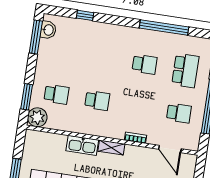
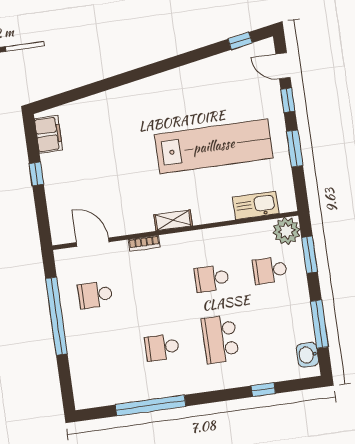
window: (36, 37) -> (319, 324), moved
school desk: (185, 70) -> (220, 339), moved
kitchen sink: (82, 145) -> (256, 205), moved

